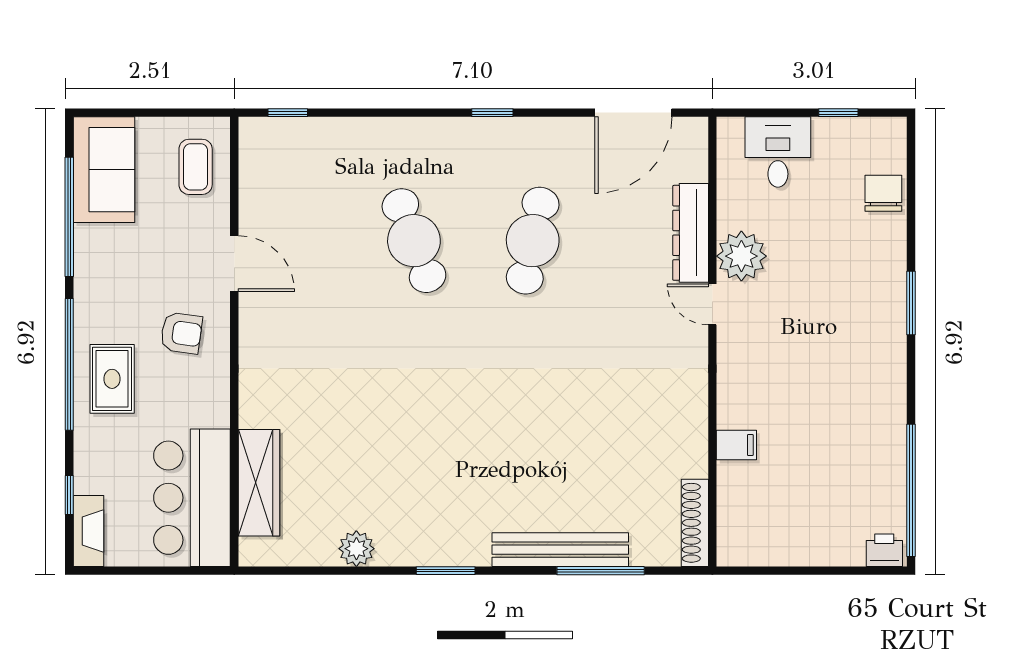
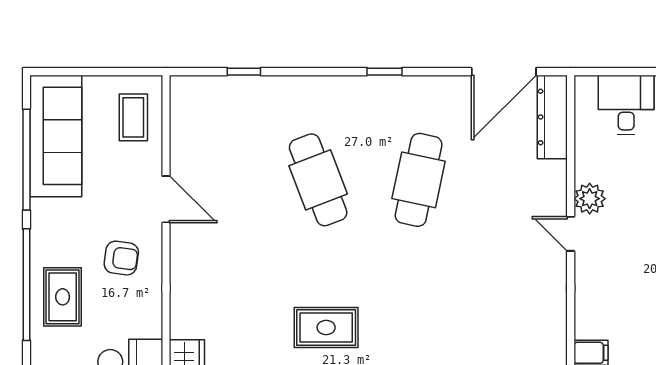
window: (288, 113) -> (244, 72), moved
sofa: (104, 170) -> (56, 136), width x1.36
dresser: (691, 233) -> (552, 117), moved
plant: (741, 256) -> (590, 199), width x0.73, depth x0.73
rug: (423, 415) -> (326, 327), added

